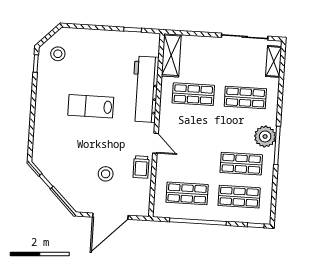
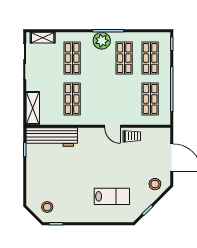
shelving: (171, 55) -> (33, 108), moved, turned 90
workbench: (145, 89) -> (52, 137), moved
lab bench: (91, 106) -> (112, 196), moved, turned -90
door: (155, 143) -> (112, 126), swing flipped
stool: (106, 174) -> (155, 184), moved

